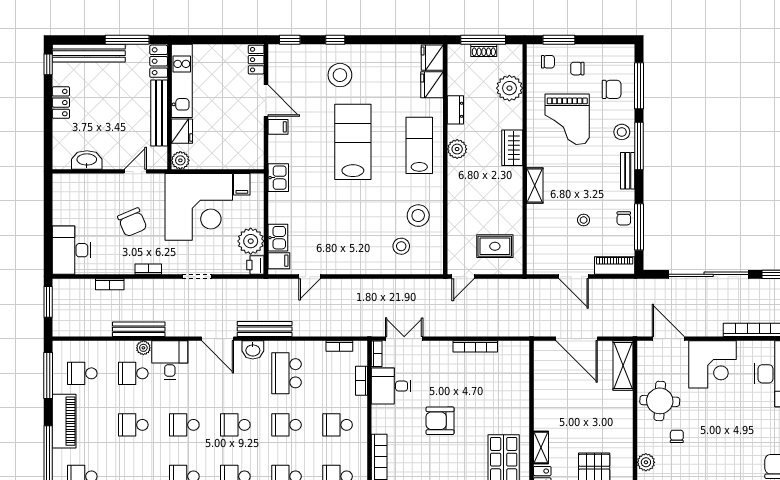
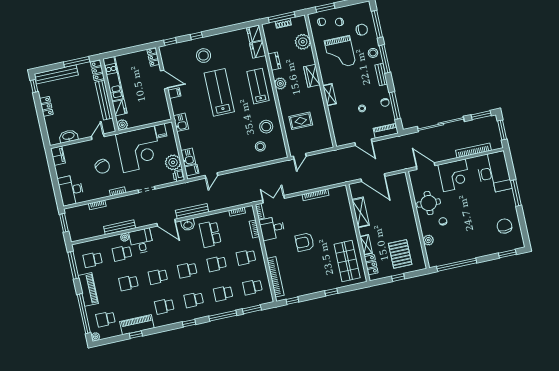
filing cabinet: (62, 189) -> (58, 156), added
rug: (495, 246) -> (301, 121), moved
shelving: (623, 366) -> (361, 212), moved

